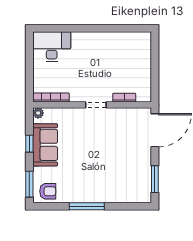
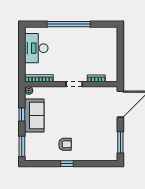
window: (89, 28) -> (69, 24), added
desk: (52, 47) -> (36, 48), moved, turned -90
armchair: (48, 191) -> (65, 144), moved
window: (87, 206) -> (67, 164), width x0.46

